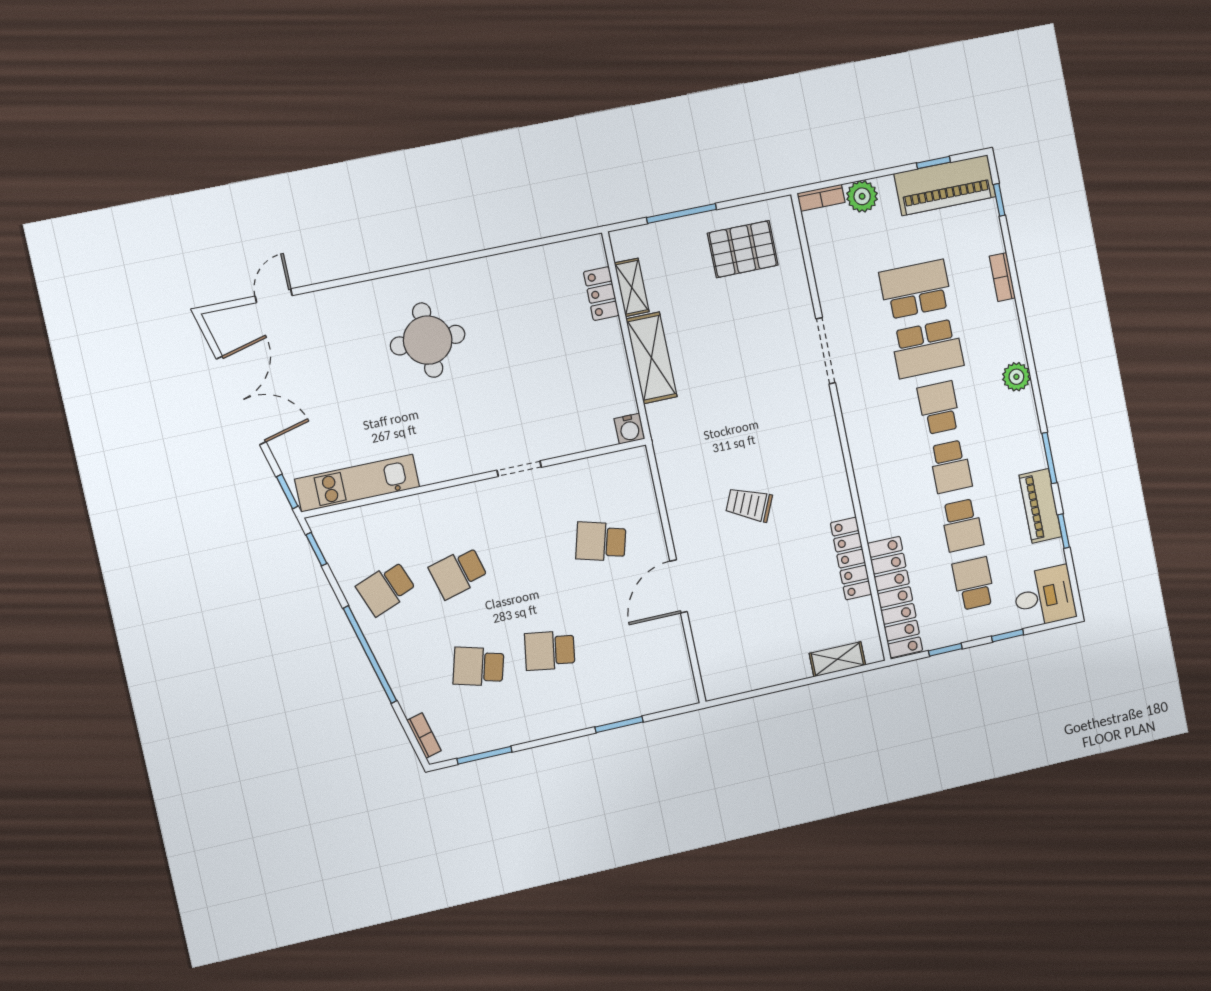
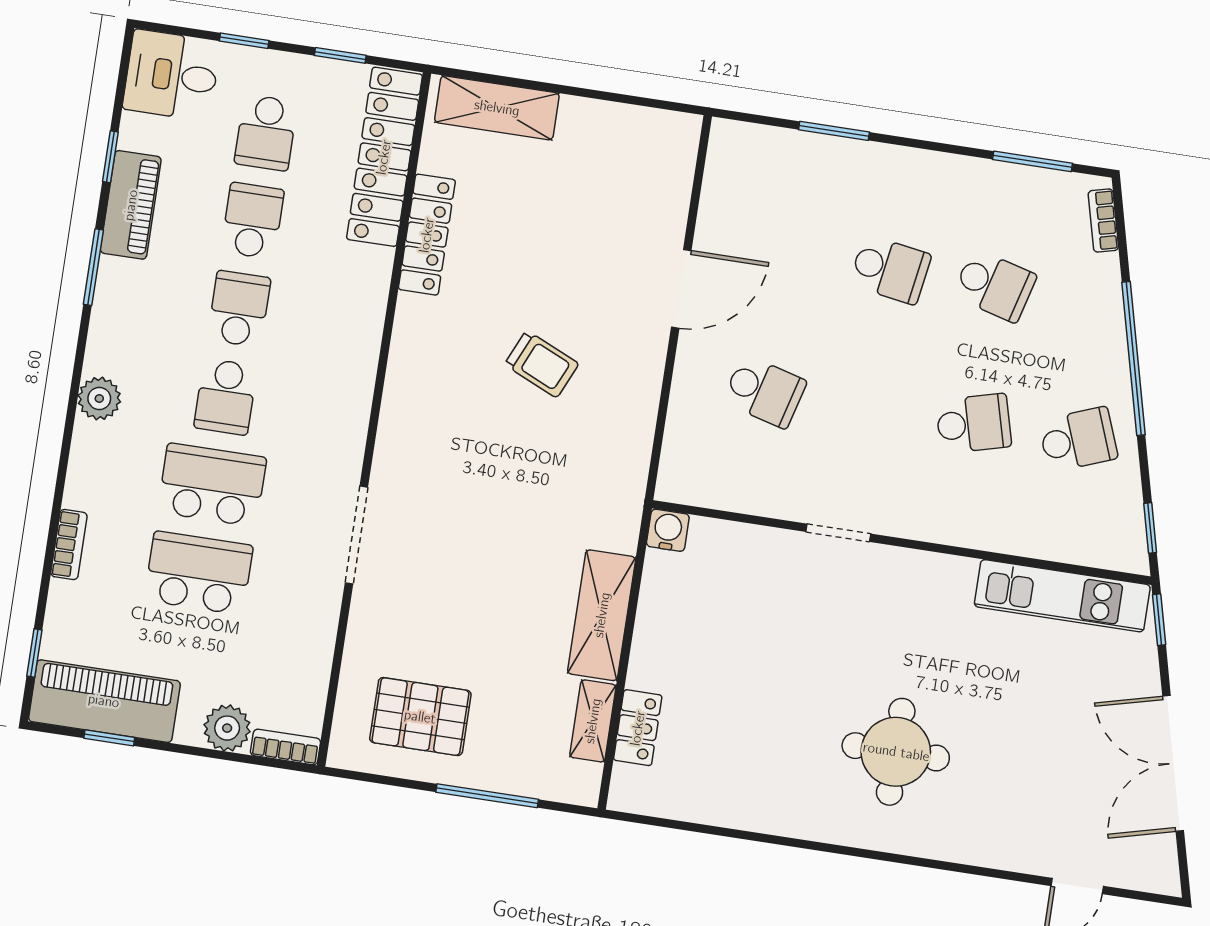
school desk: (916, 289) -> (199, 573), turned 180
shelving: (837, 659) -> (497, 108), width x1.50, depth x1.33

